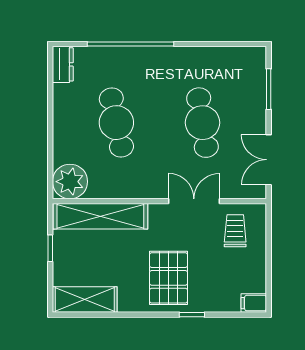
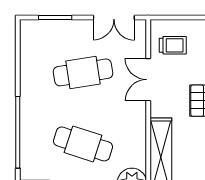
cafe table: (116, 123) -> (83, 144), turned 30
trolley: (235, 231) -> (173, 45), turned 180

